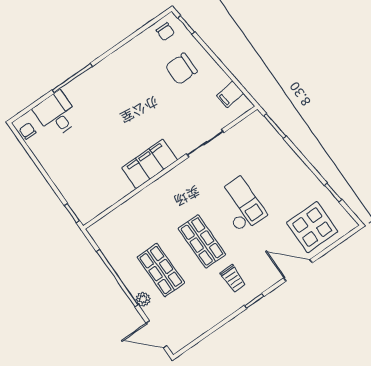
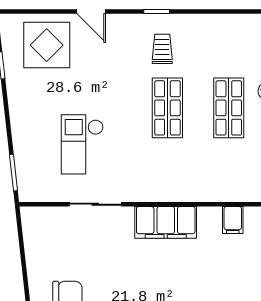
filing cabinet: (230, 94) -> (233, 220), moved, turned 96
checkout: (240, 205) -> (82, 144), moved
door: (298, 270) -> (91, 12), width x0.73

